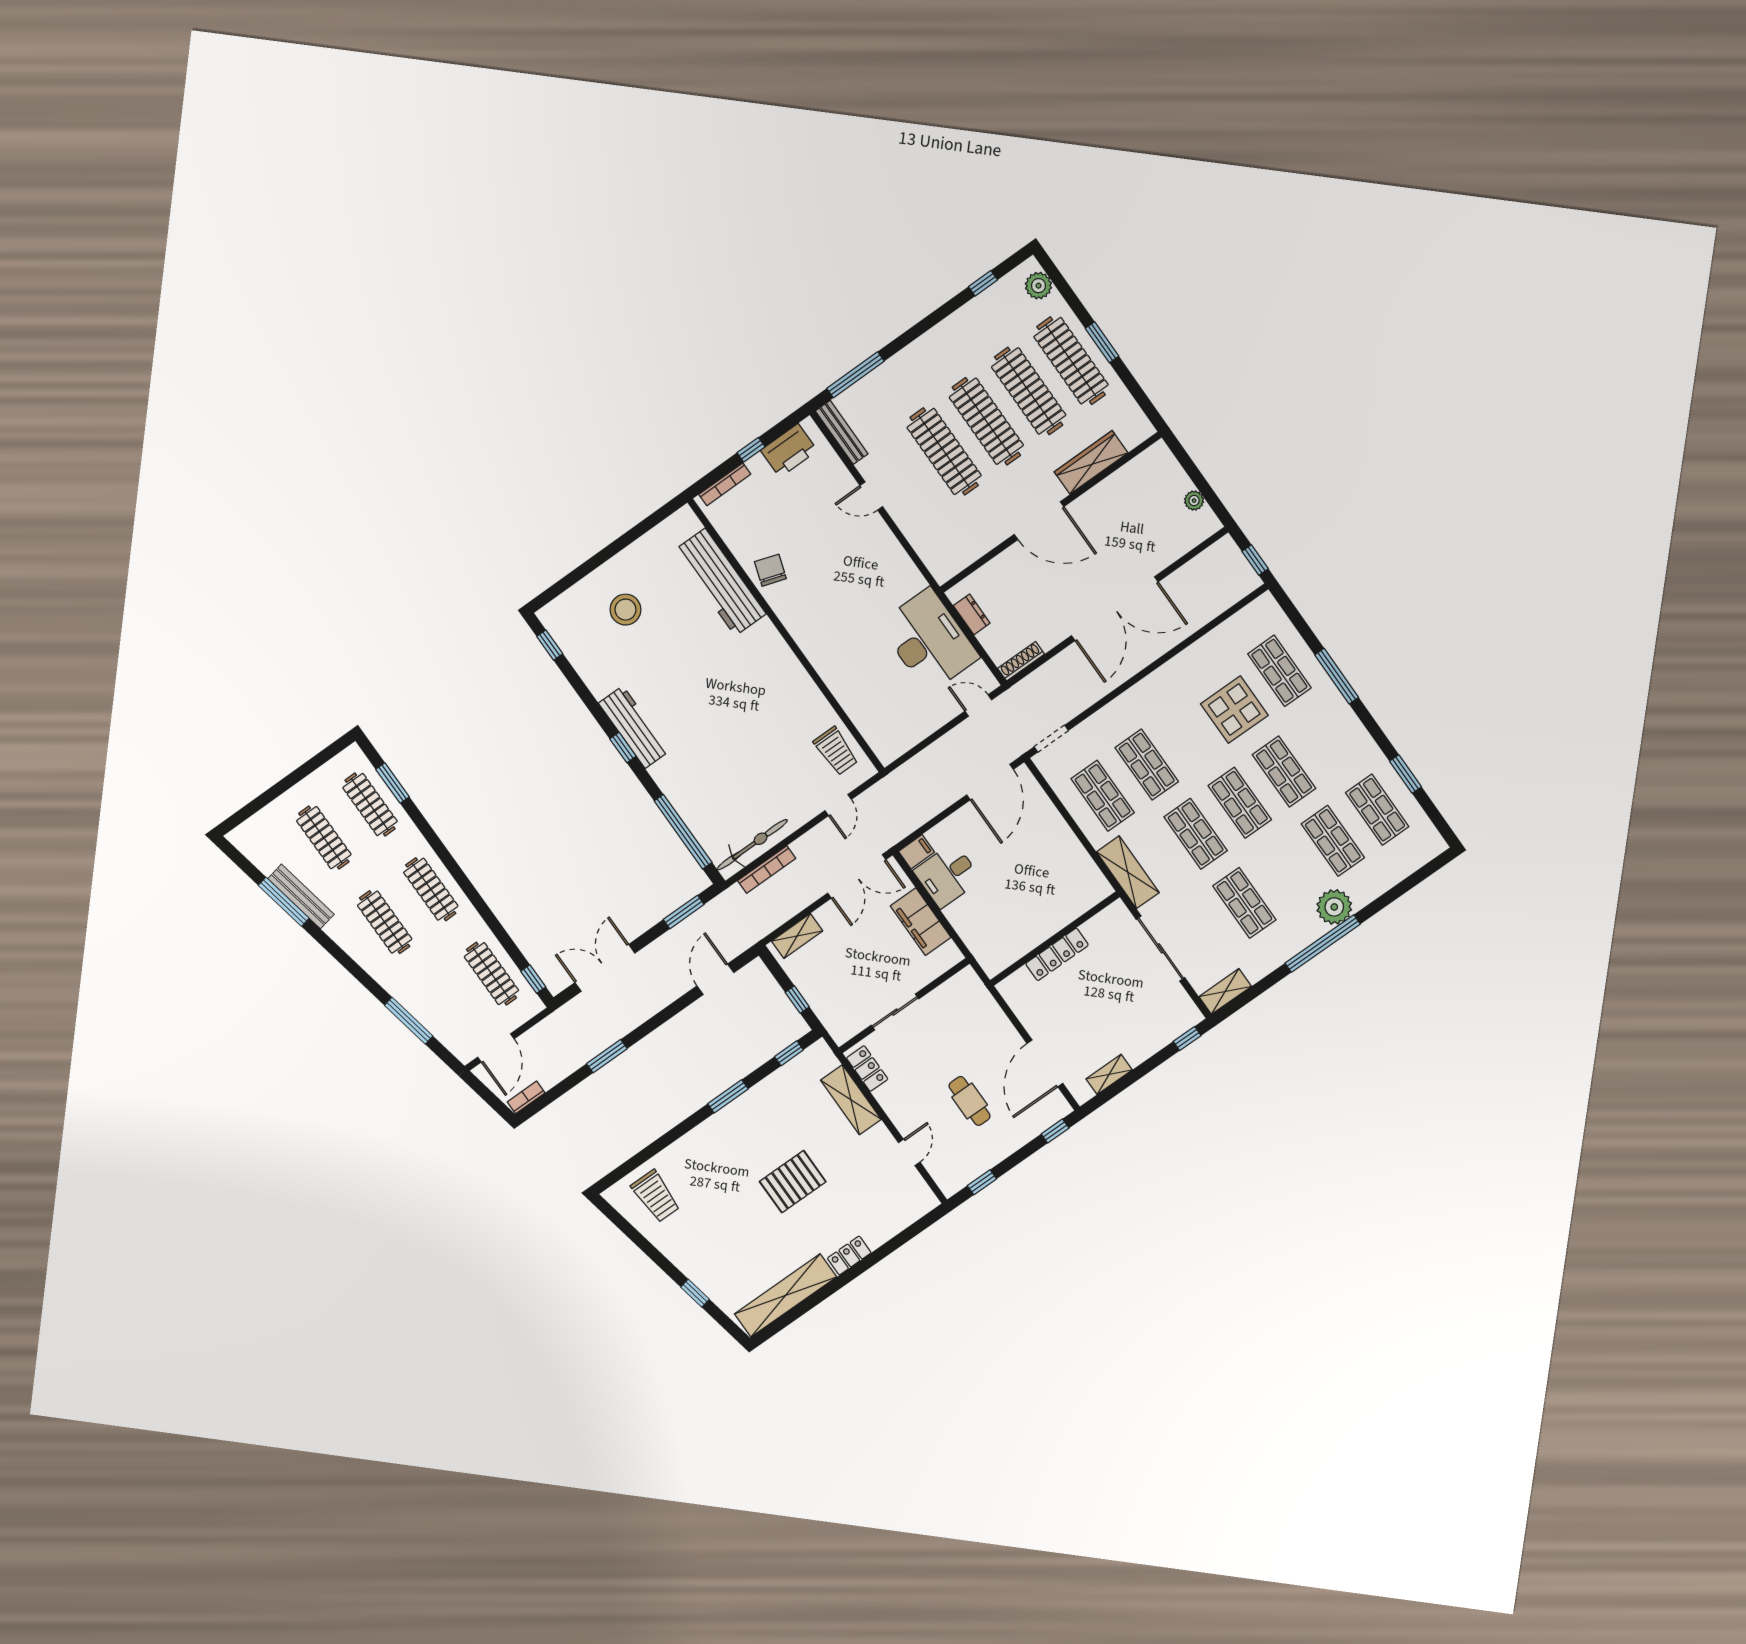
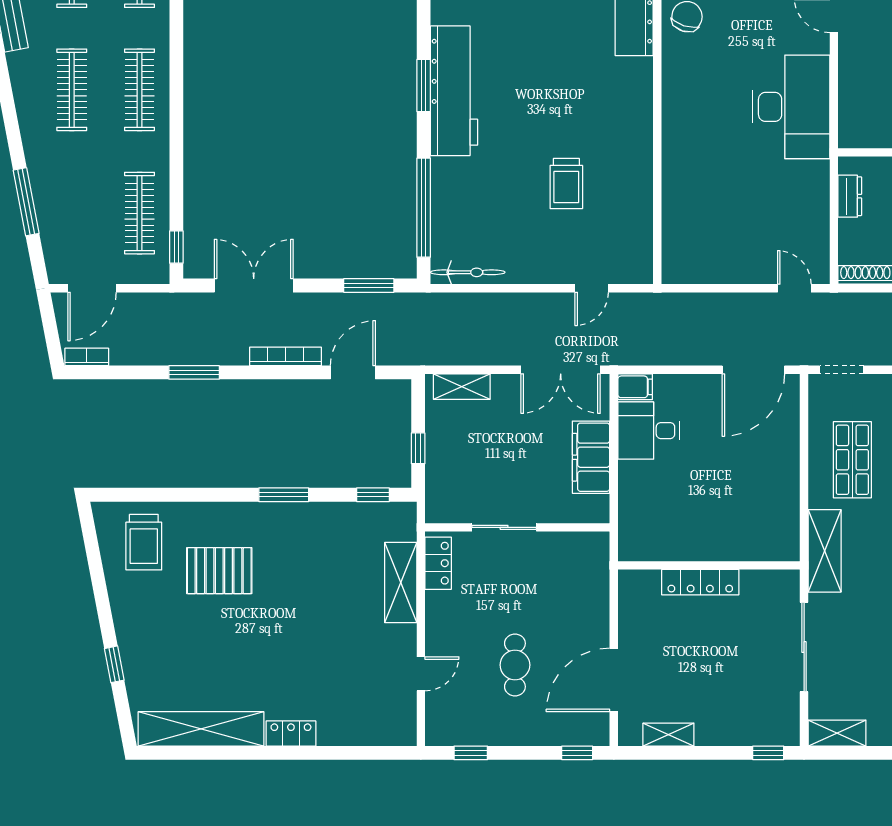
desk: (929, 641) -> (791, 107), moved
workbench: (634, 727) -> (454, 91), width x1.36, depth x1.32
window: (623, 747) -> (424, 85), width x1.50
trolley: (836, 751) -> (566, 183), moved
bicycle: (752, 845) -> (468, 272), width x0.73, depth x0.71
bookcase: (767, 870) -> (285, 356), moved, turned 180
pallet: (793, 1182) -> (219, 571), moved

